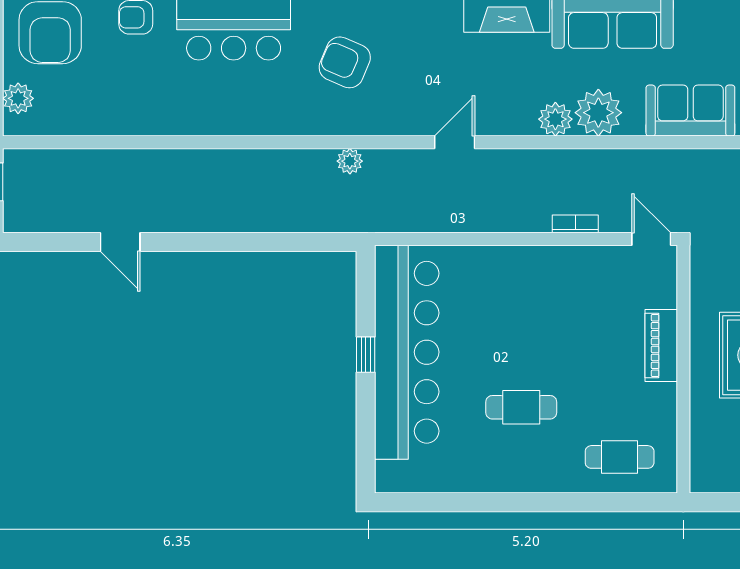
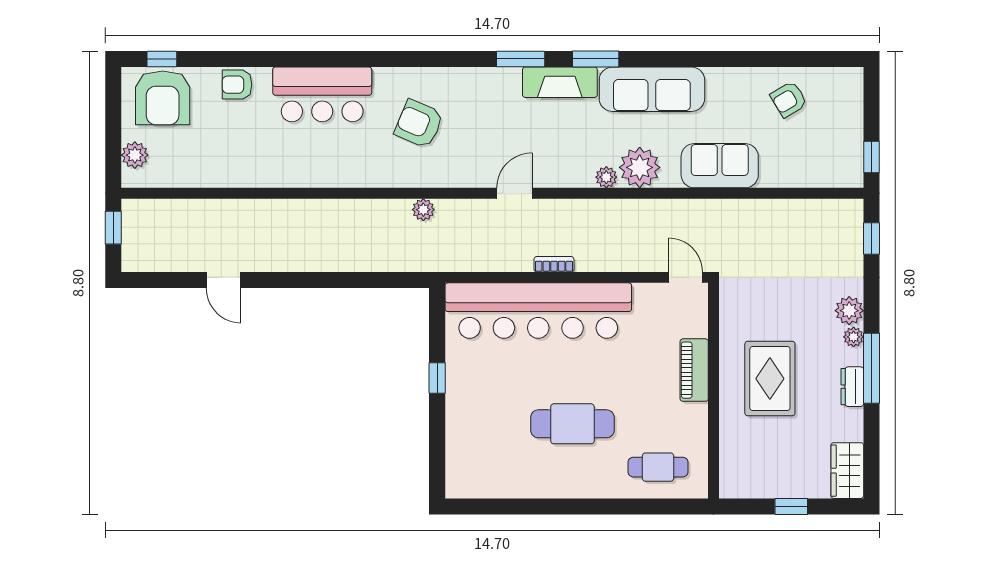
plant: (555, 119) -> (606, 177), width x0.73, depth x0.73
bookcase: (575, 224) -> (554, 264), moved
bar counter: (407, 352) -> (538, 311), moved, turned 90
cafe table: (521, 407) -> (572, 424), width x1.37, depth x1.35

